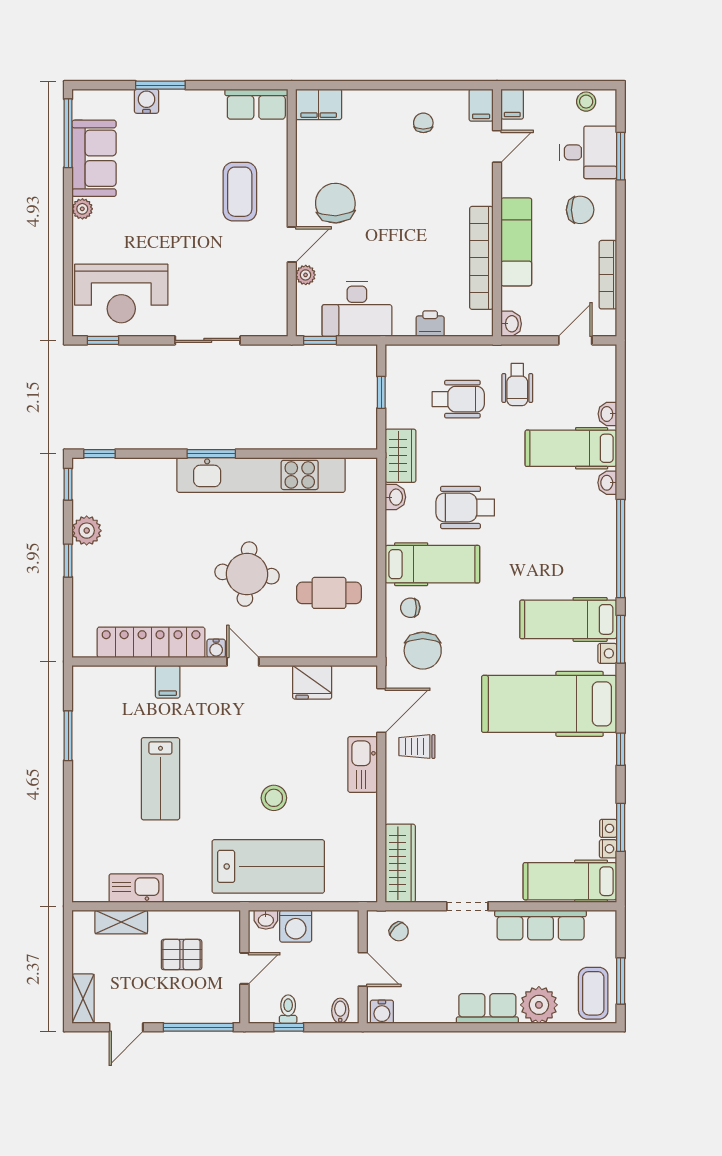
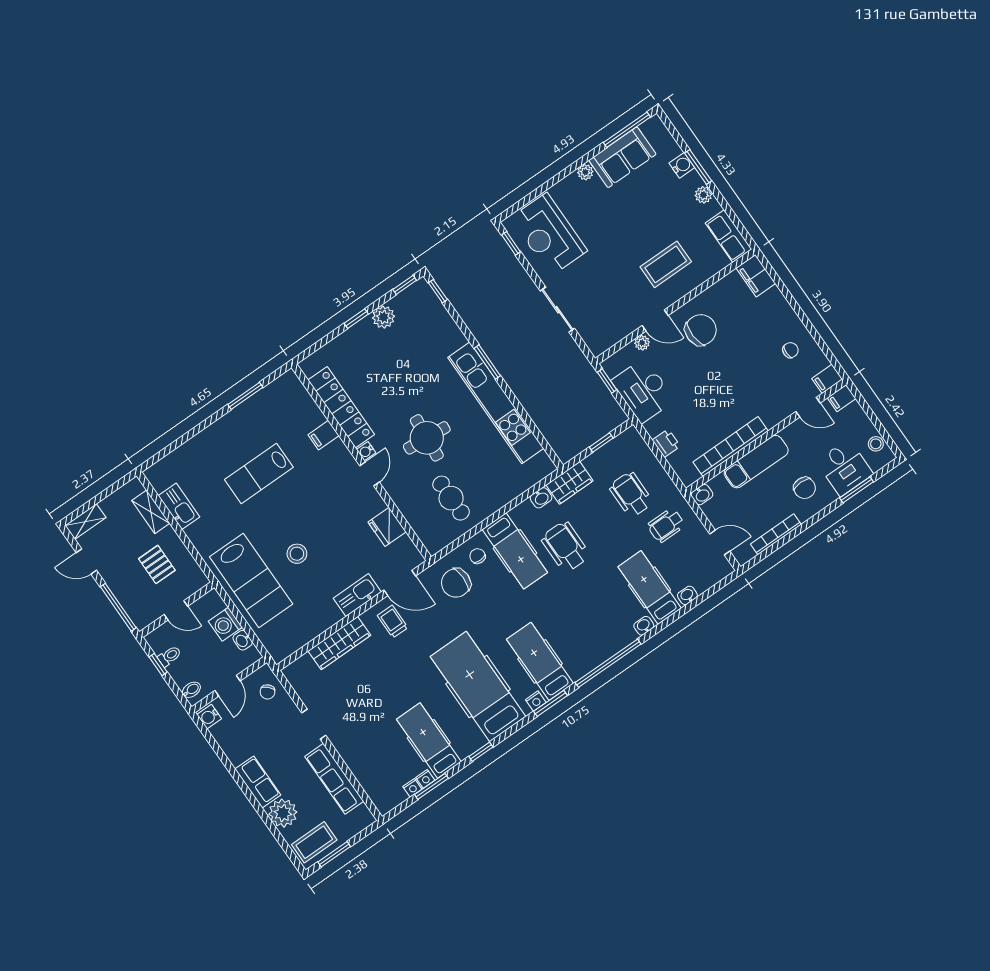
plant: (194, 100) -> (703, 195), added
wheelchair: (458, 399) -> (631, 494), turned 180
wardrobe: (400, 863) -> (339, 643), moved
hospital bed: (570, 881) -> (429, 740), moved
washbasin: (266, 920) -> (243, 640), moved

